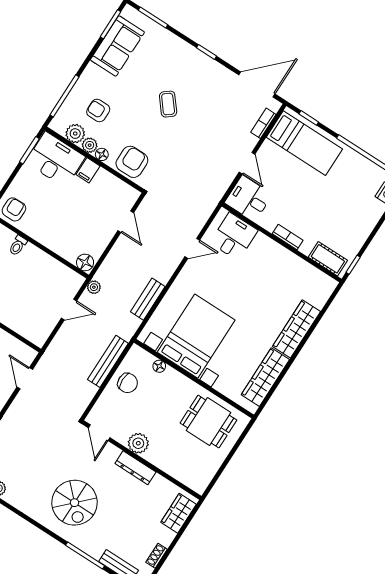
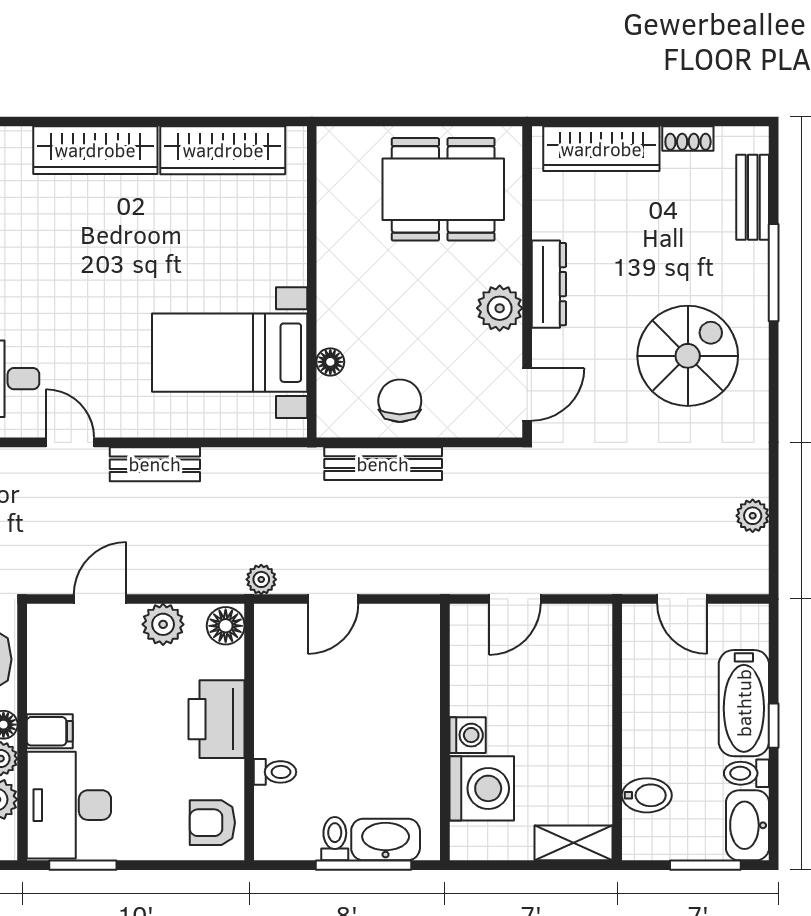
printer: (52, 236) -> (216, 719), added
plant: (101, 239) -> (163, 624), added
bench: (148, 299) -> (155, 464), moved
door: (69, 310) -> (333, 599), swing flipped
bed with nightstands: (196, 336) -> (230, 353), width x0.73
dining table: (208, 421) -> (443, 189), moved, width x1.38
wardrobe: (179, 513) -> (601, 149), width x1.50

